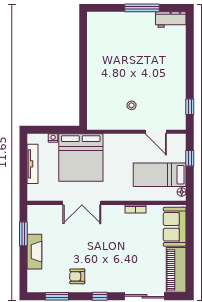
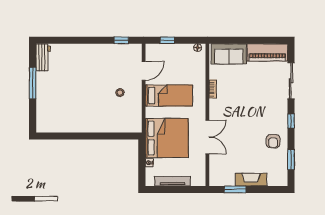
bed: (160, 175) -> (169, 96), moved, turned -90

